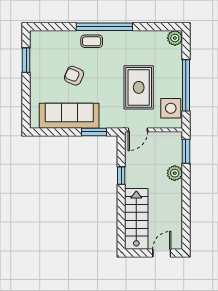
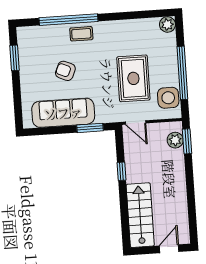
window: (104, 27) -> (69, 20), moved
door: (138, 130) -> (136, 123), hinge flipped
plant: (175, 173) -> (175, 140), moved

